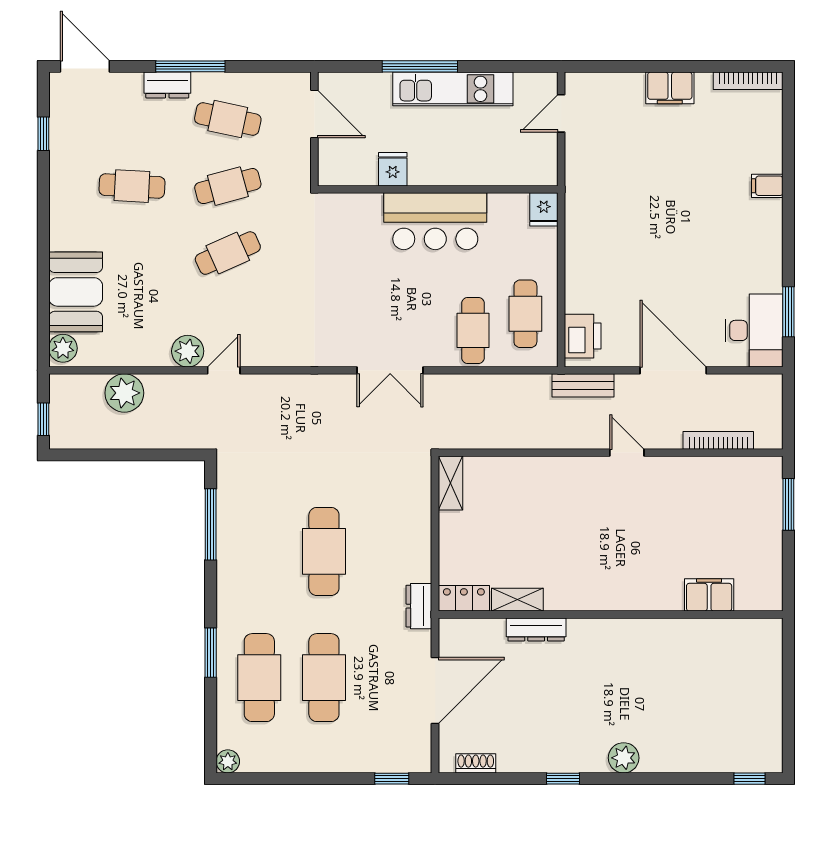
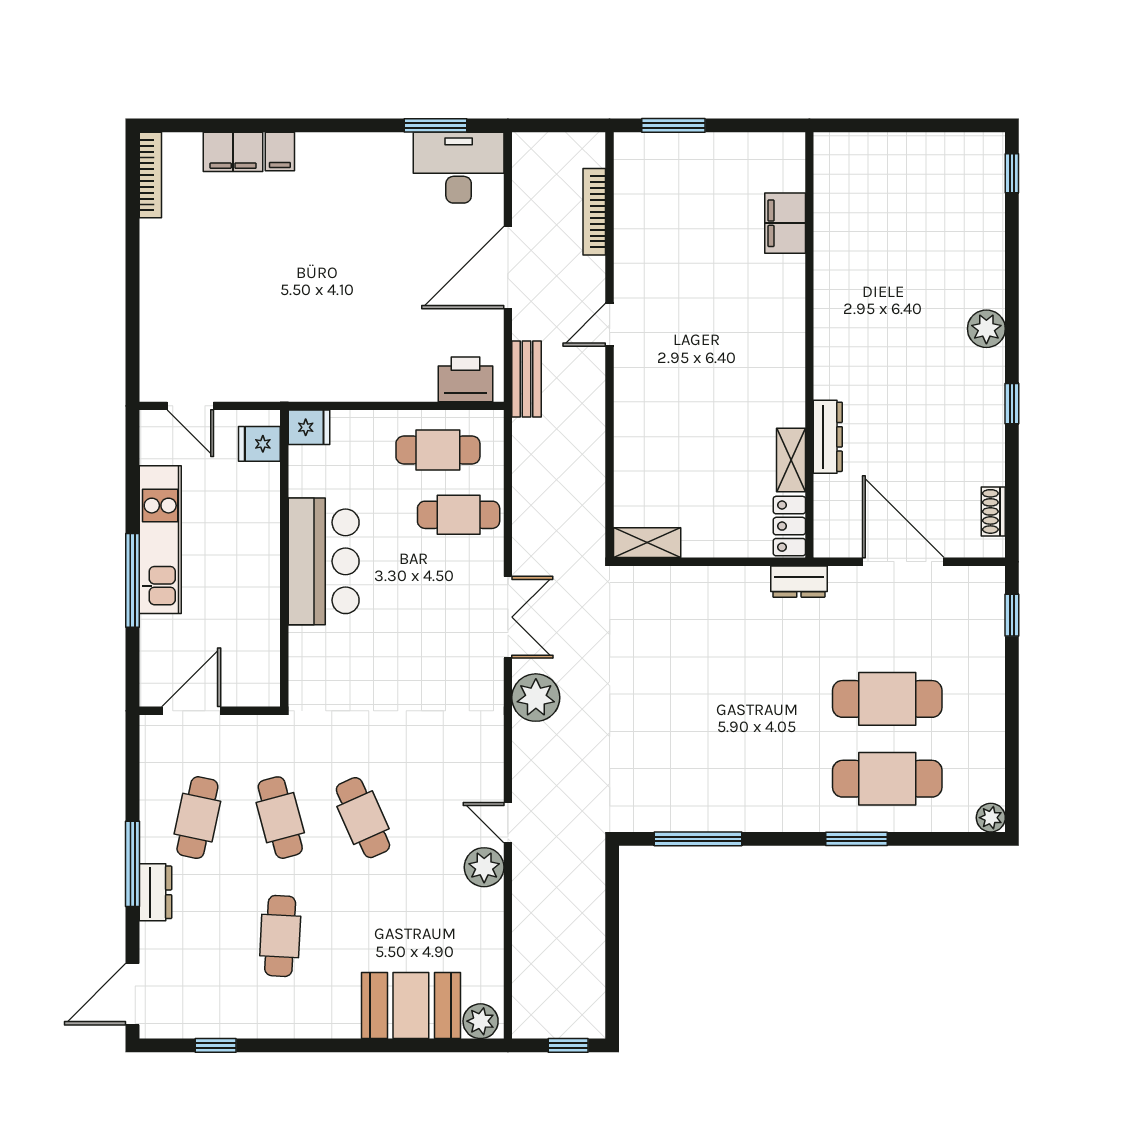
filing cabinet: (670, 88) -> (233, 152), moved, turned 90
fridge: (393, 169) -> (259, 444), moved
plant: (124, 393) -> (536, 698), moved
cafe table: (324, 551) -> (732, 699), removed

